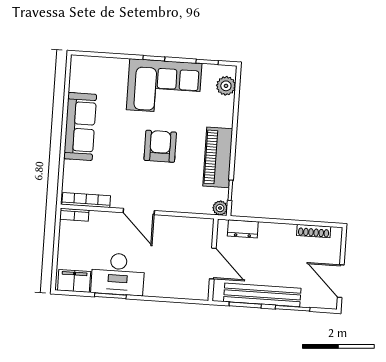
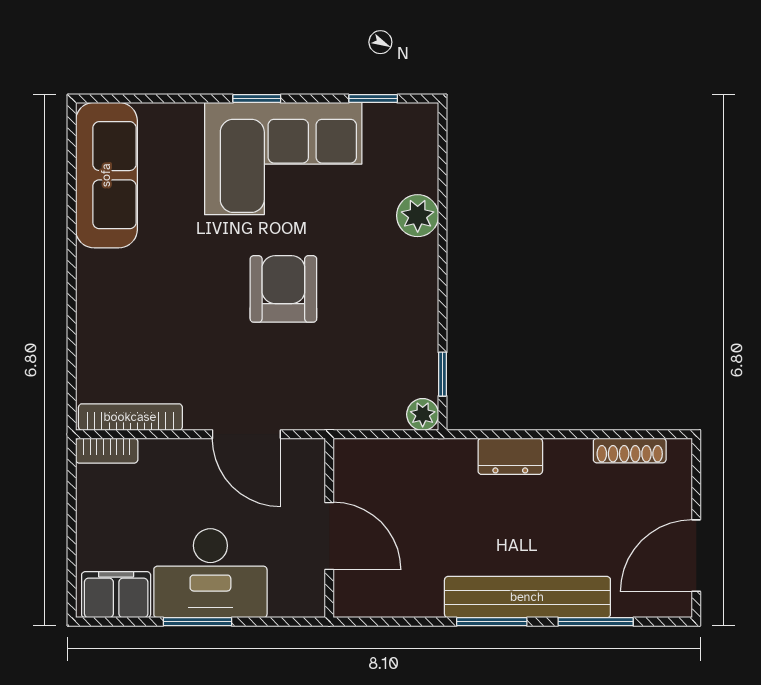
plant: (226, 86) -> (418, 216), moved
sofa: (80, 126) -> (106, 175), moved
piano: (218, 157) -> (410, 305), removed
dresser: (243, 229) -> (510, 456), moved
wall: (213, 260) -> (329, 528), moved
door: (213, 263) -> (329, 536), moved
door: (341, 281) -> (696, 556), hinge flipped

